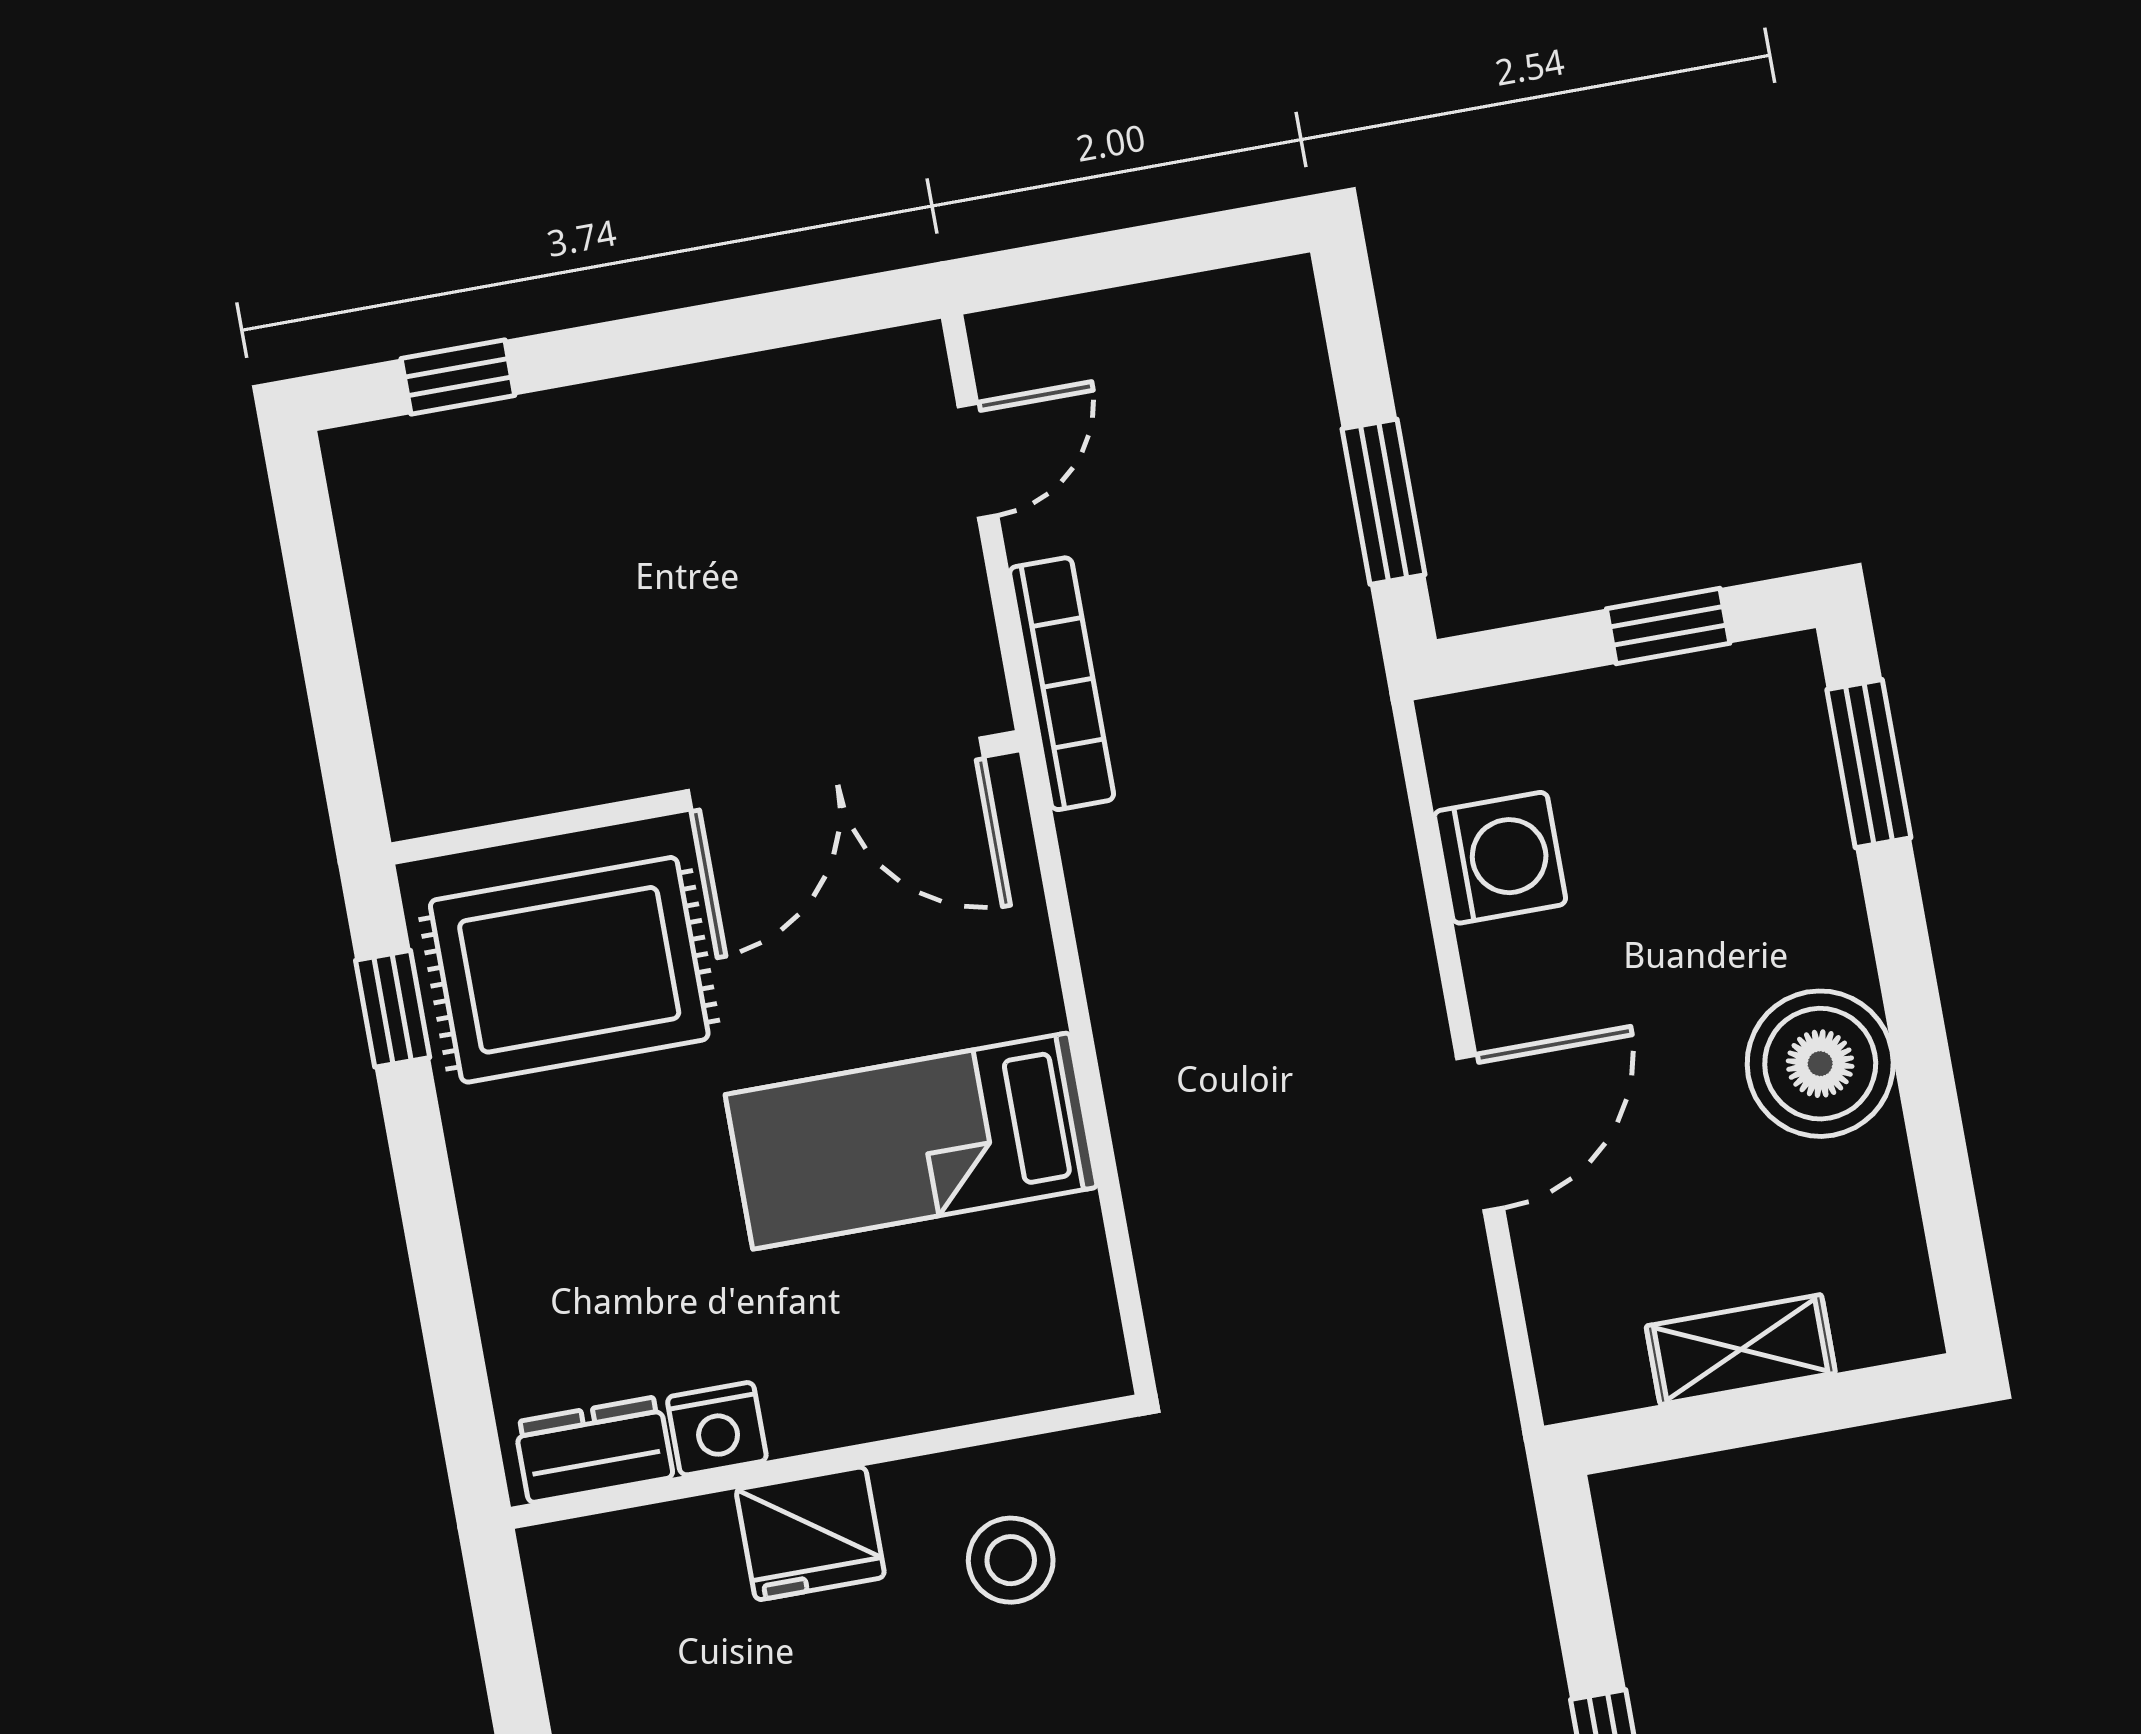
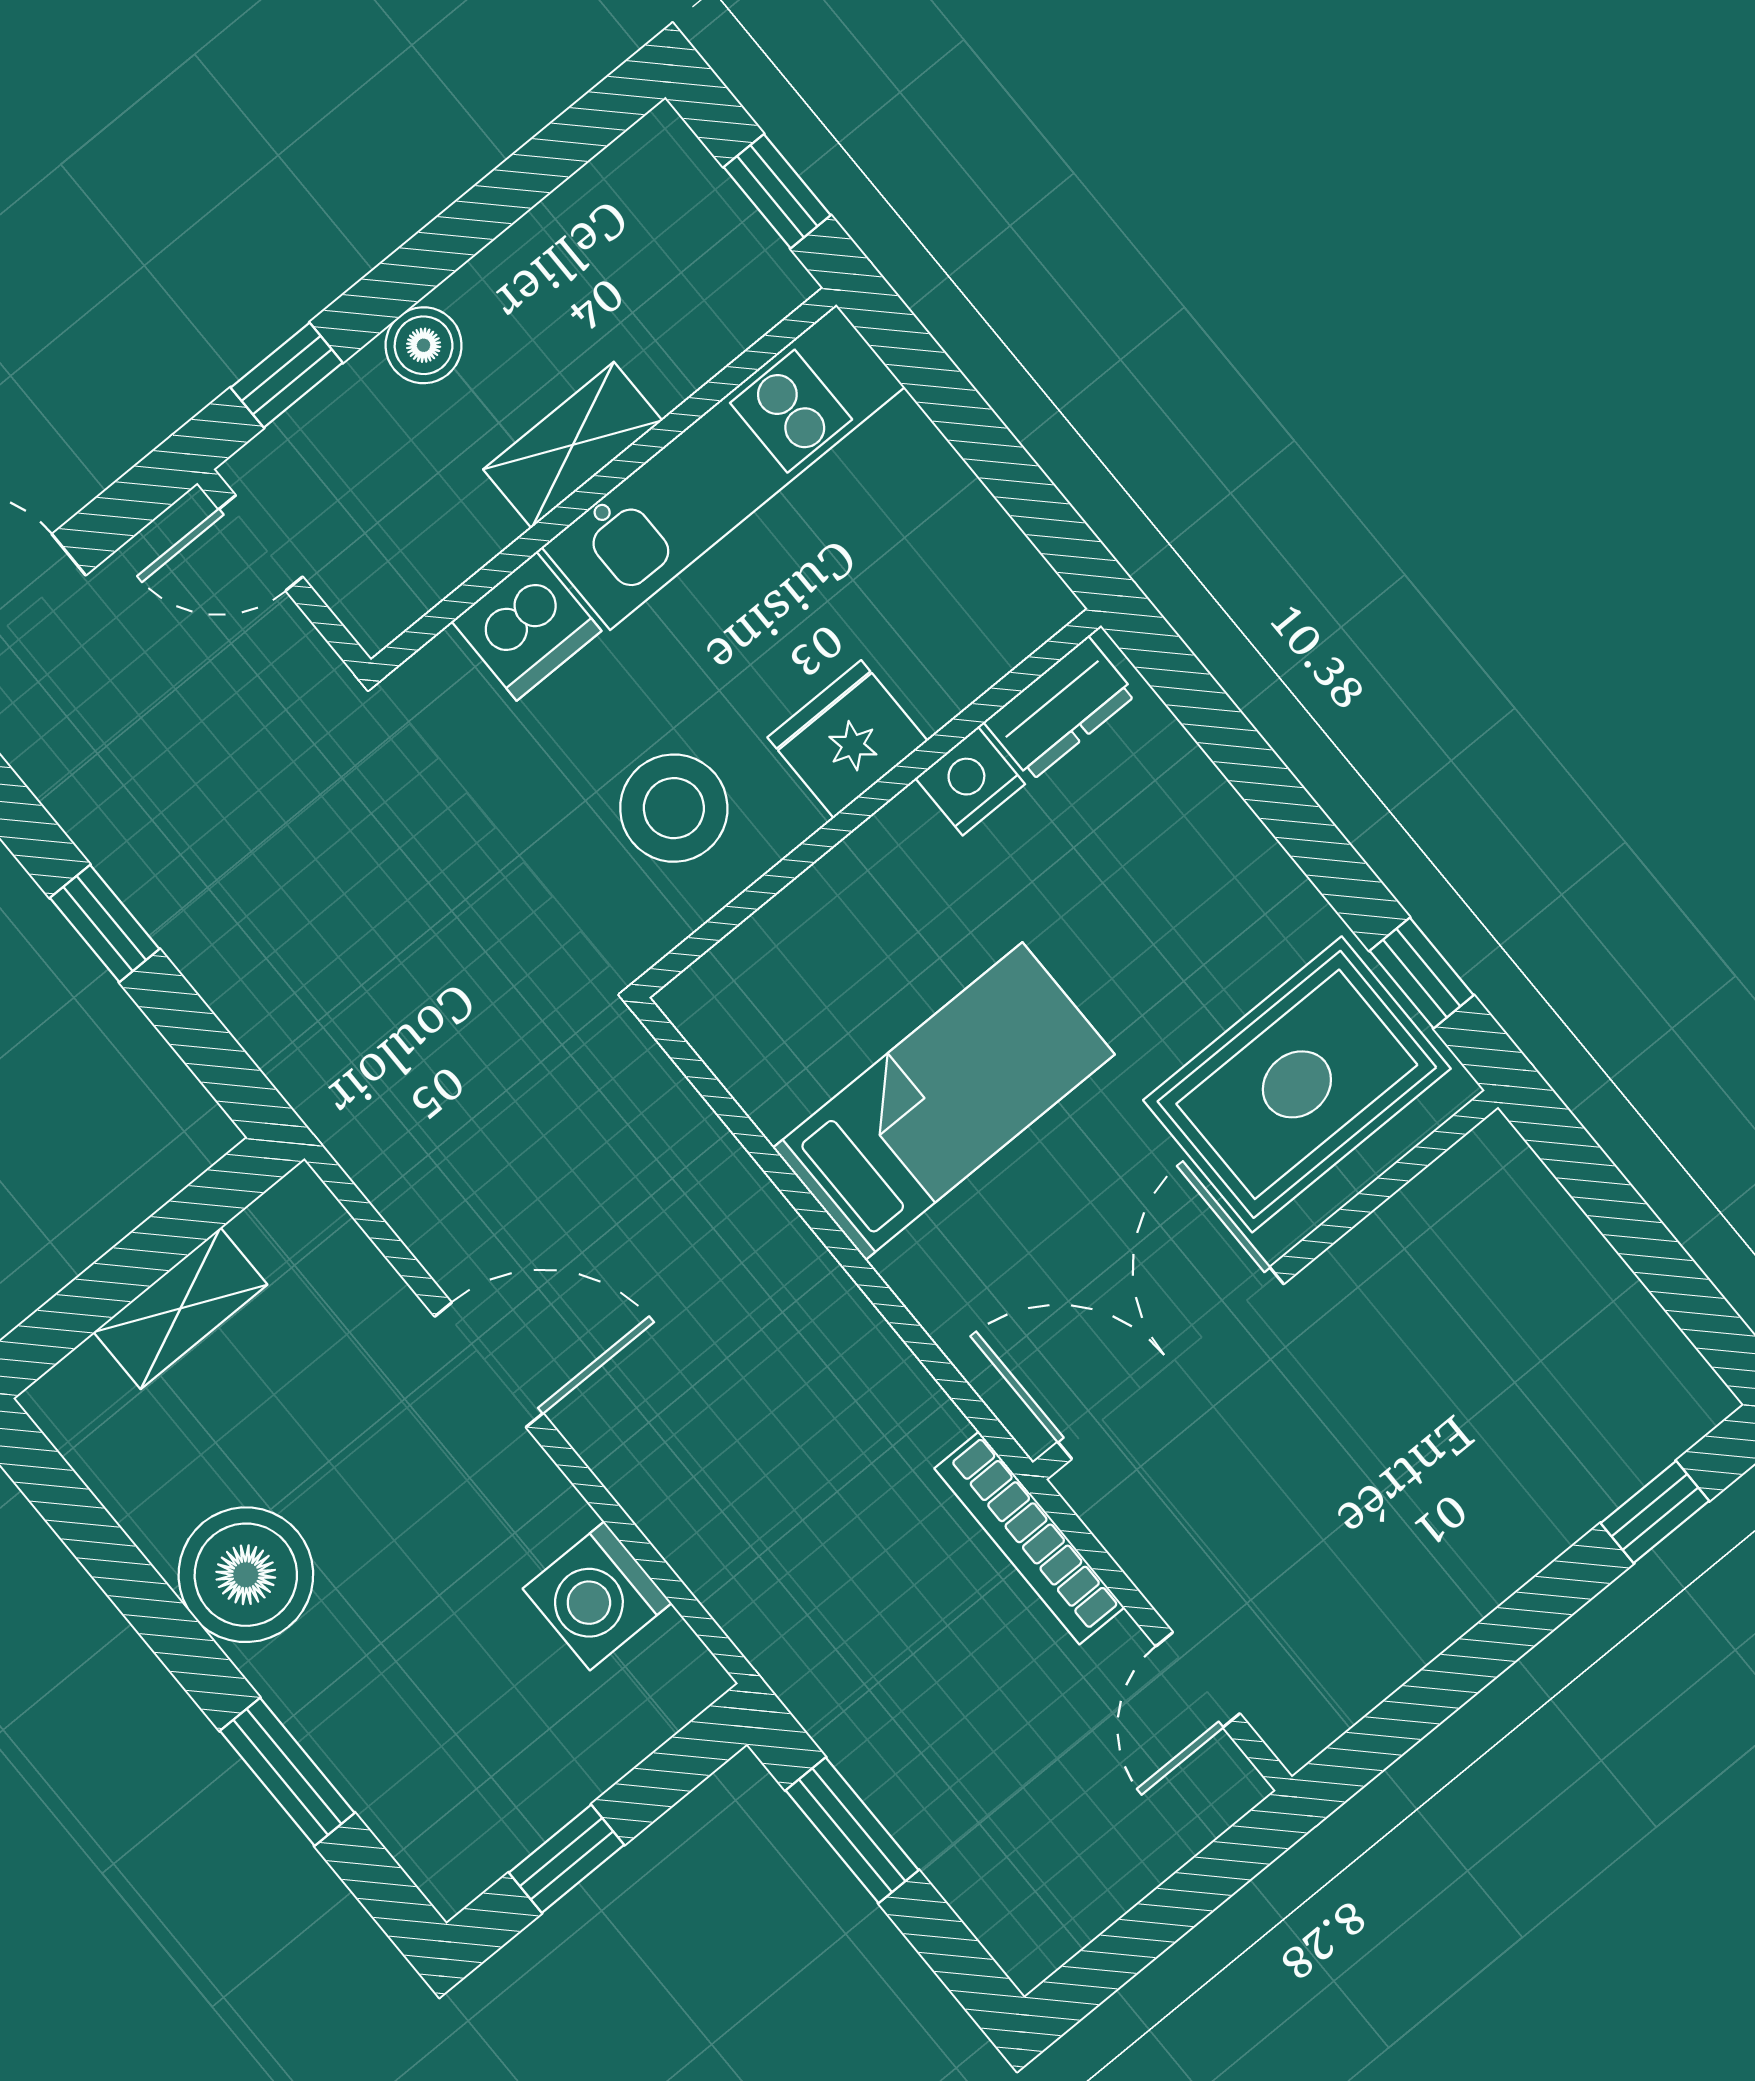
window: (1869, 764) -> (287, 1772), moved
door: (1480, 1133) -> (489, 1365), swing flipped
stool: (1011, 1560) -> (674, 808), width x1.38, depth x1.38

